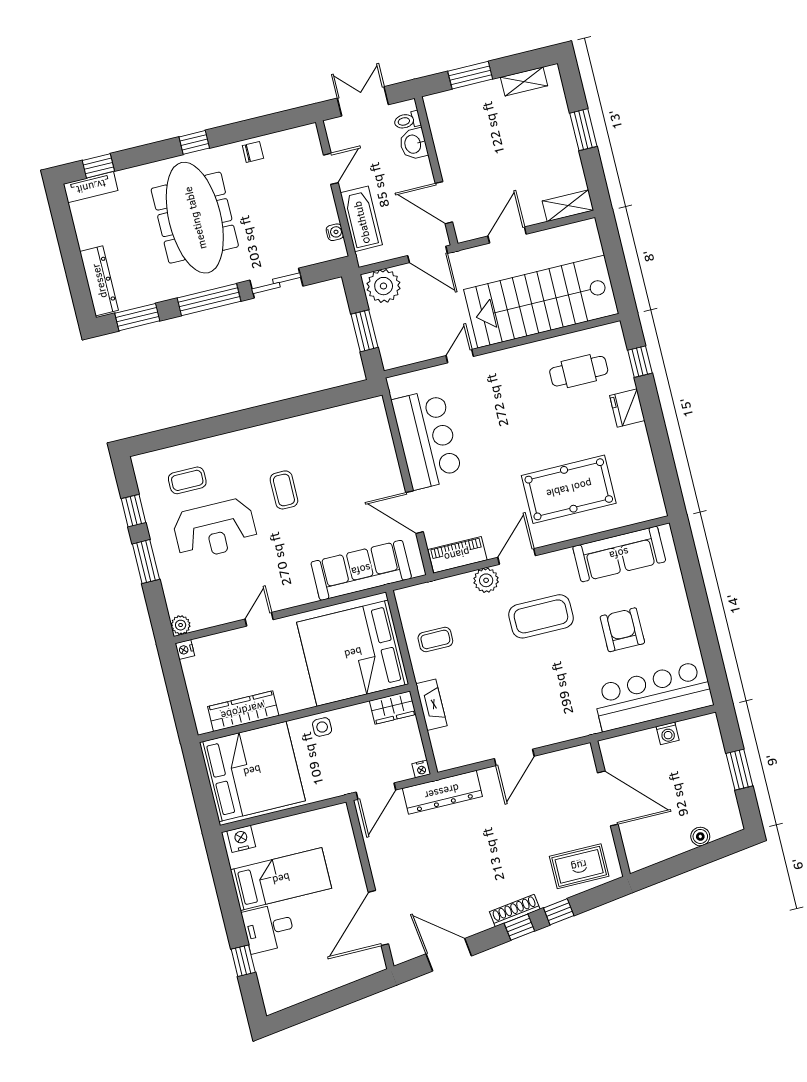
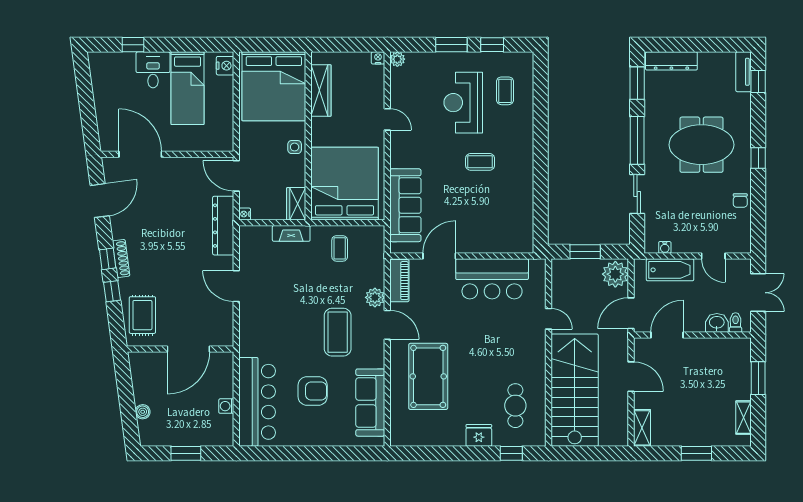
meeting table: (195, 218) -> (701, 145), width x0.73

